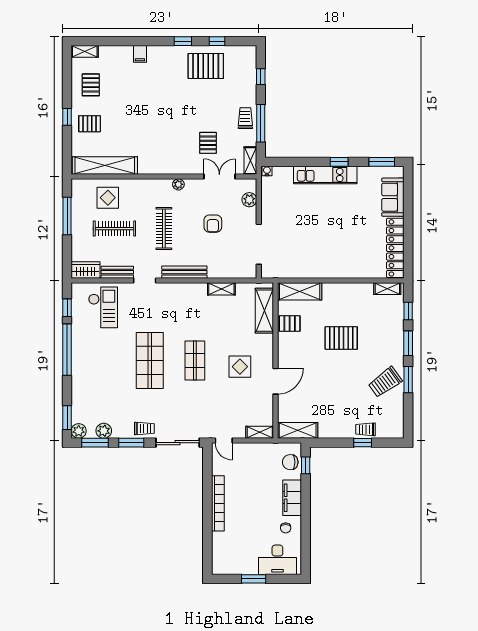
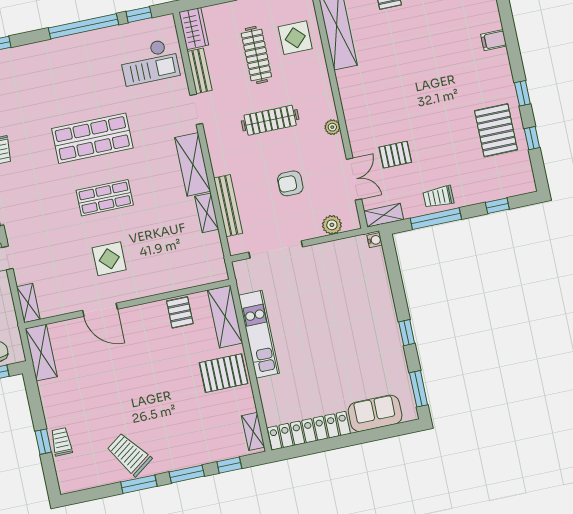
trolley: (245, 118) -> (438, 197), turned 180
kitchen unit: (325, 175) -> (259, 334), moved, turned 180
bench: (184, 272) -> (228, 206), moved
shelving: (264, 311) -> (193, 164), moved, turned 90
pallet: (341, 338) -> (224, 373), moved, turned 90

